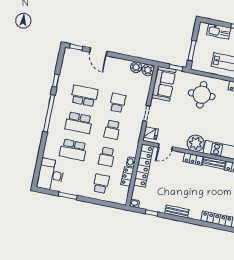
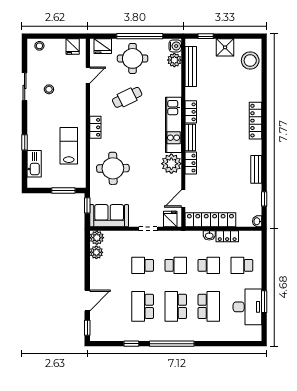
school desk: (79, 123) -> (176, 306), turned 180
door: (165, 147) -> (183, 198), swing flipped
desk: (51, 175) -> (247, 307), moved, turned -90

